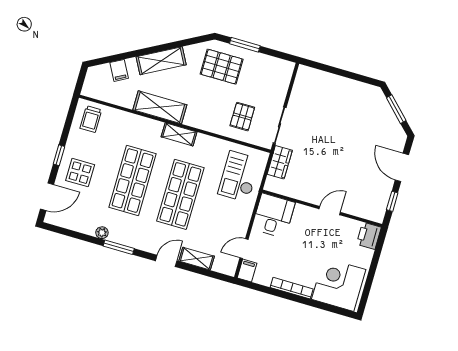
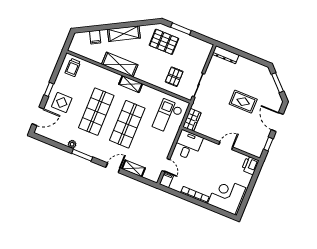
dresser: (315, 76) -> (226, 55), added
rug: (348, 143) -> (243, 102), added
wardrobe: (280, 162) -> (192, 120), moved
door: (244, 249) -> (166, 165), swing flipped

